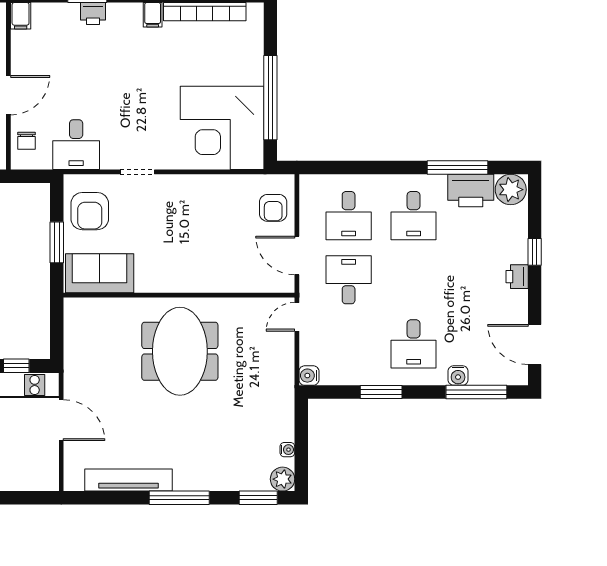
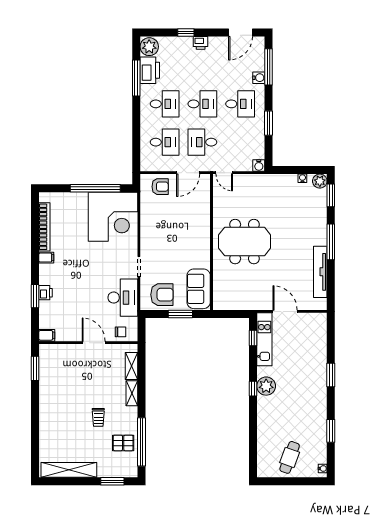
desk: (76, 145) -> (123, 298), width x1.37
desk: (414, 280) -> (202, 104), added
door: (61, 420) -> (285, 311), hinge flipped

